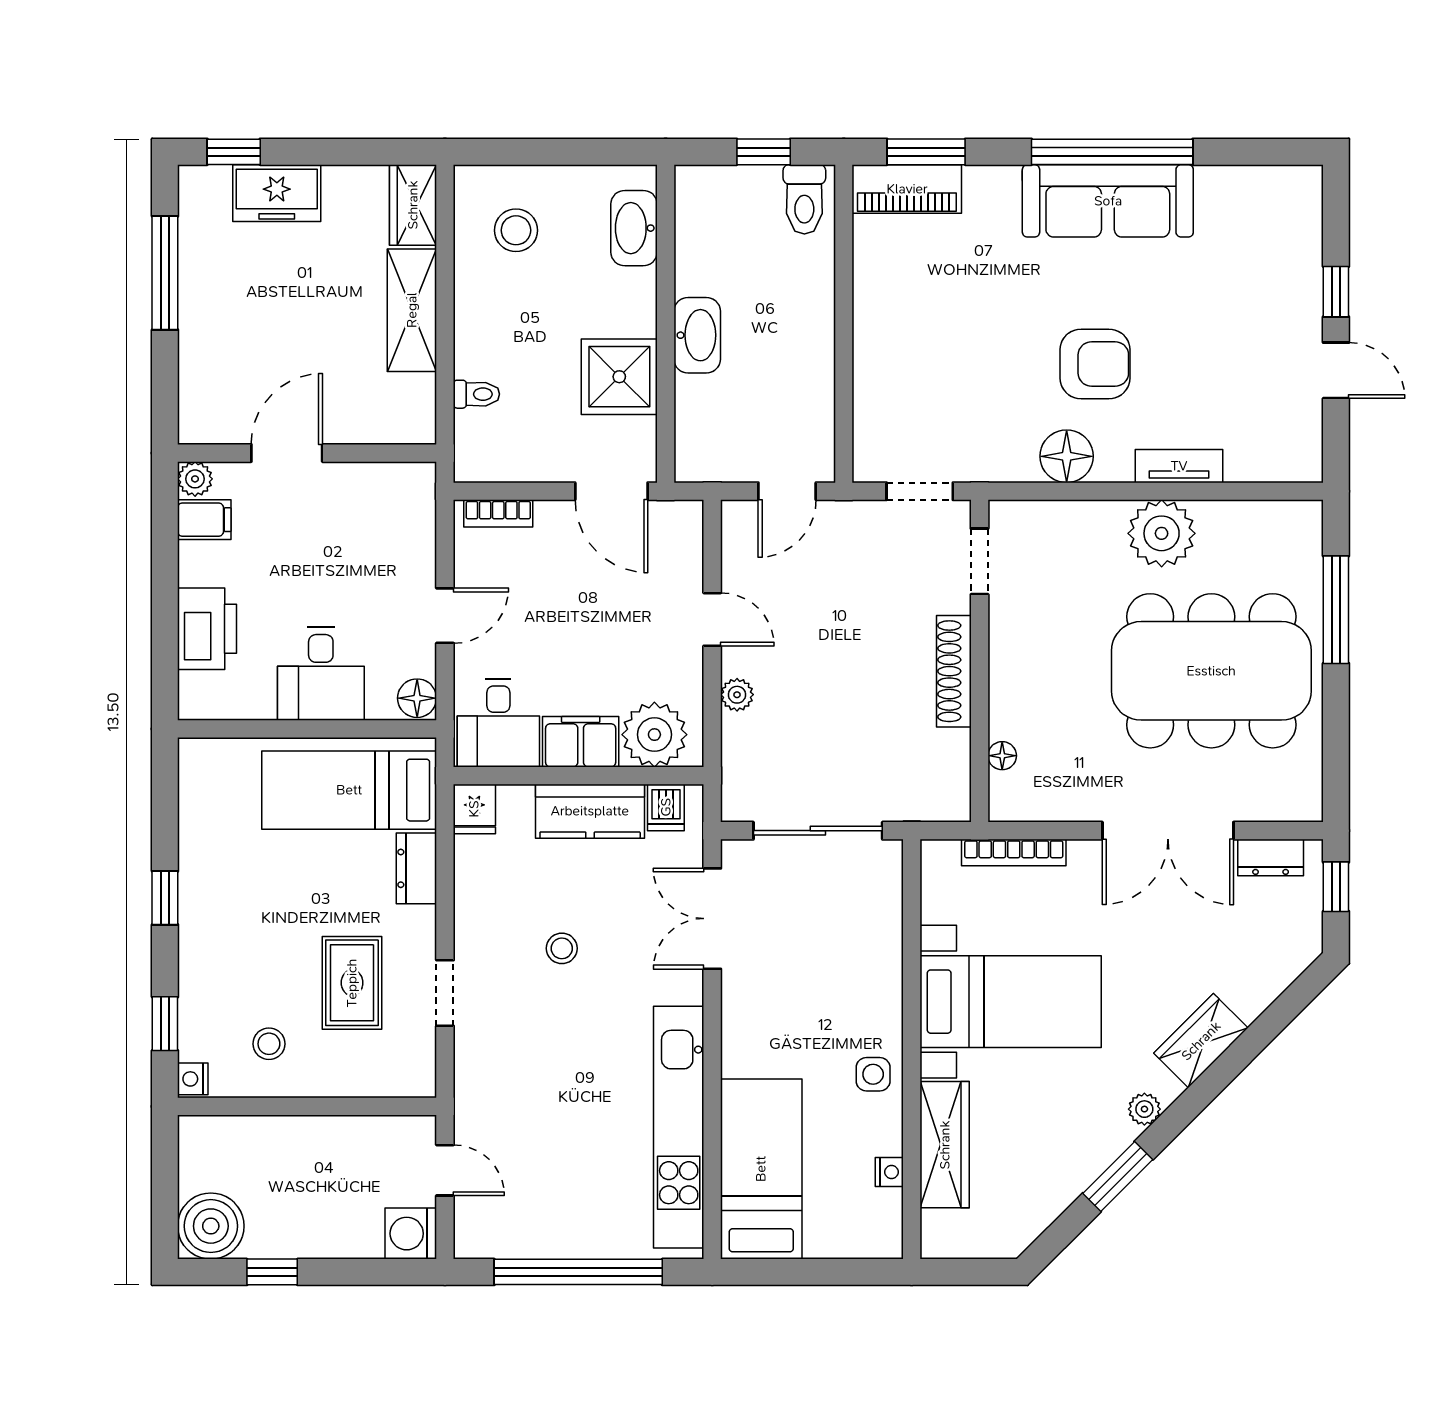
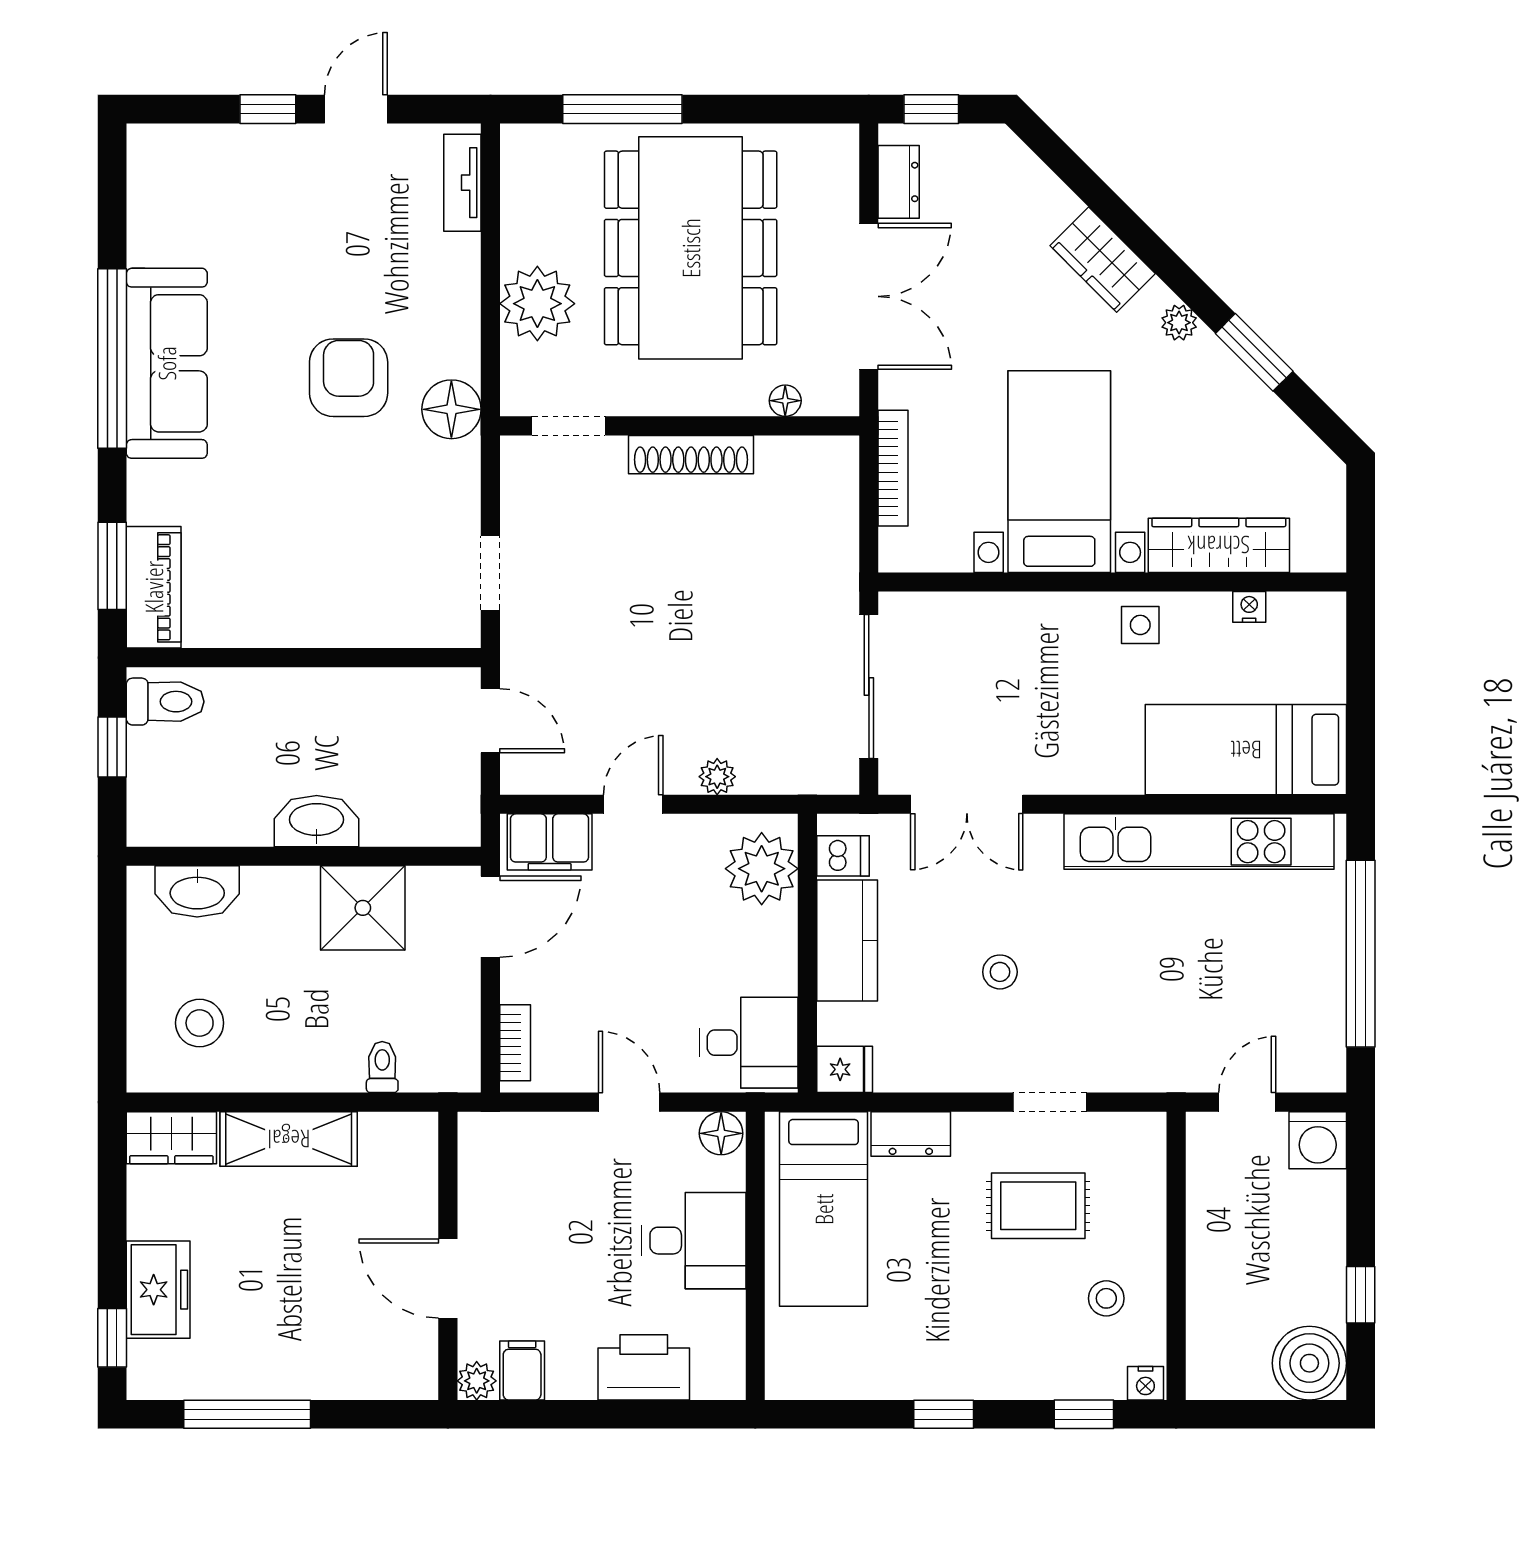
tv unit: (1179, 466) -> (462, 183), moved
doorway: (980, 561) -> (569, 426), moved
wall: (980, 661) -> (680, 426), moved
shoe rack: (954, 671) -> (691, 455), moved
filing cabinet: (581, 742) -> (550, 842), moved, turned -90
floor lamp: (1002, 756) -> (785, 401), moved

